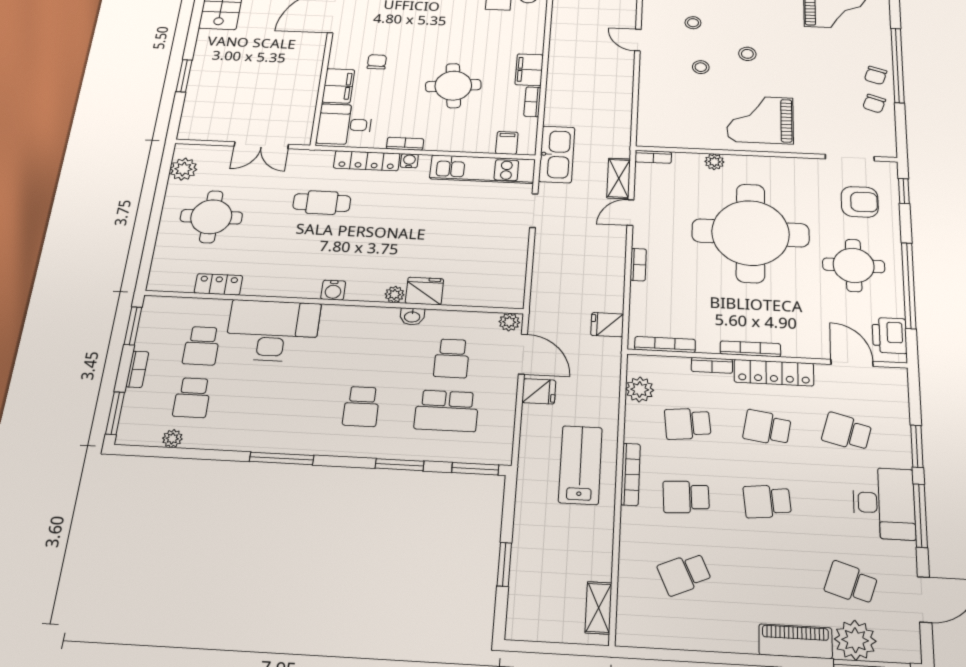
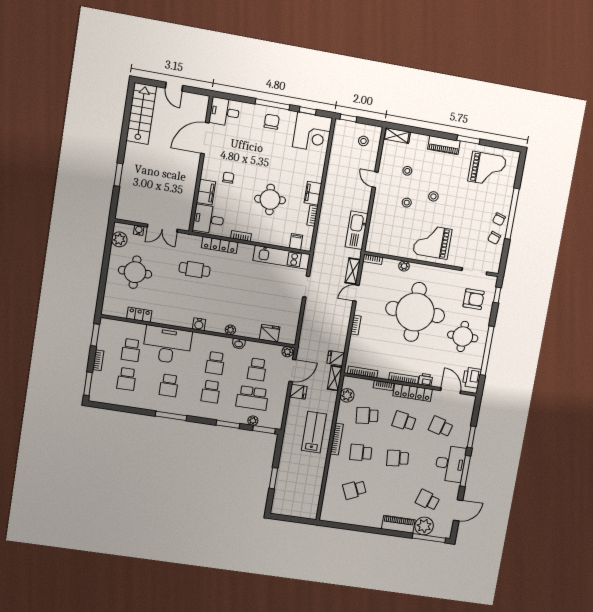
kitchen sink: (557, 154) -> (357, 230), moved, turned 180
water cooler: (409, 161) -> (139, 230), moved
fridge: (425, 291) -> (270, 333), moved
printer: (796, 347) -> (425, 380), added
school desk: (368, 354) -> (215, 363), added
door: (523, 354) -> (292, 370), hinge flipped
school desk: (277, 402) -> (169, 385), added
plant: (172, 439) -> (253, 421), moved
shelving: (598, 608) -> (335, 378), moved

